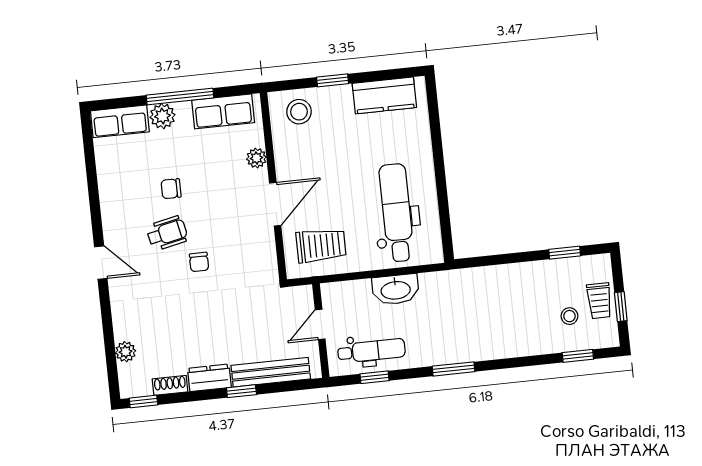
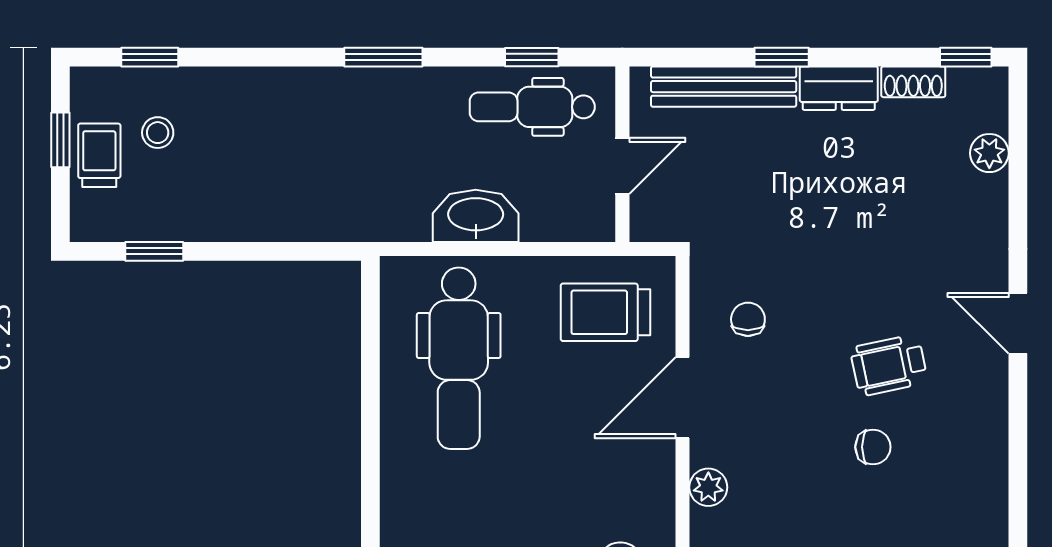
chair: (199, 262) -> (748, 319), moved

